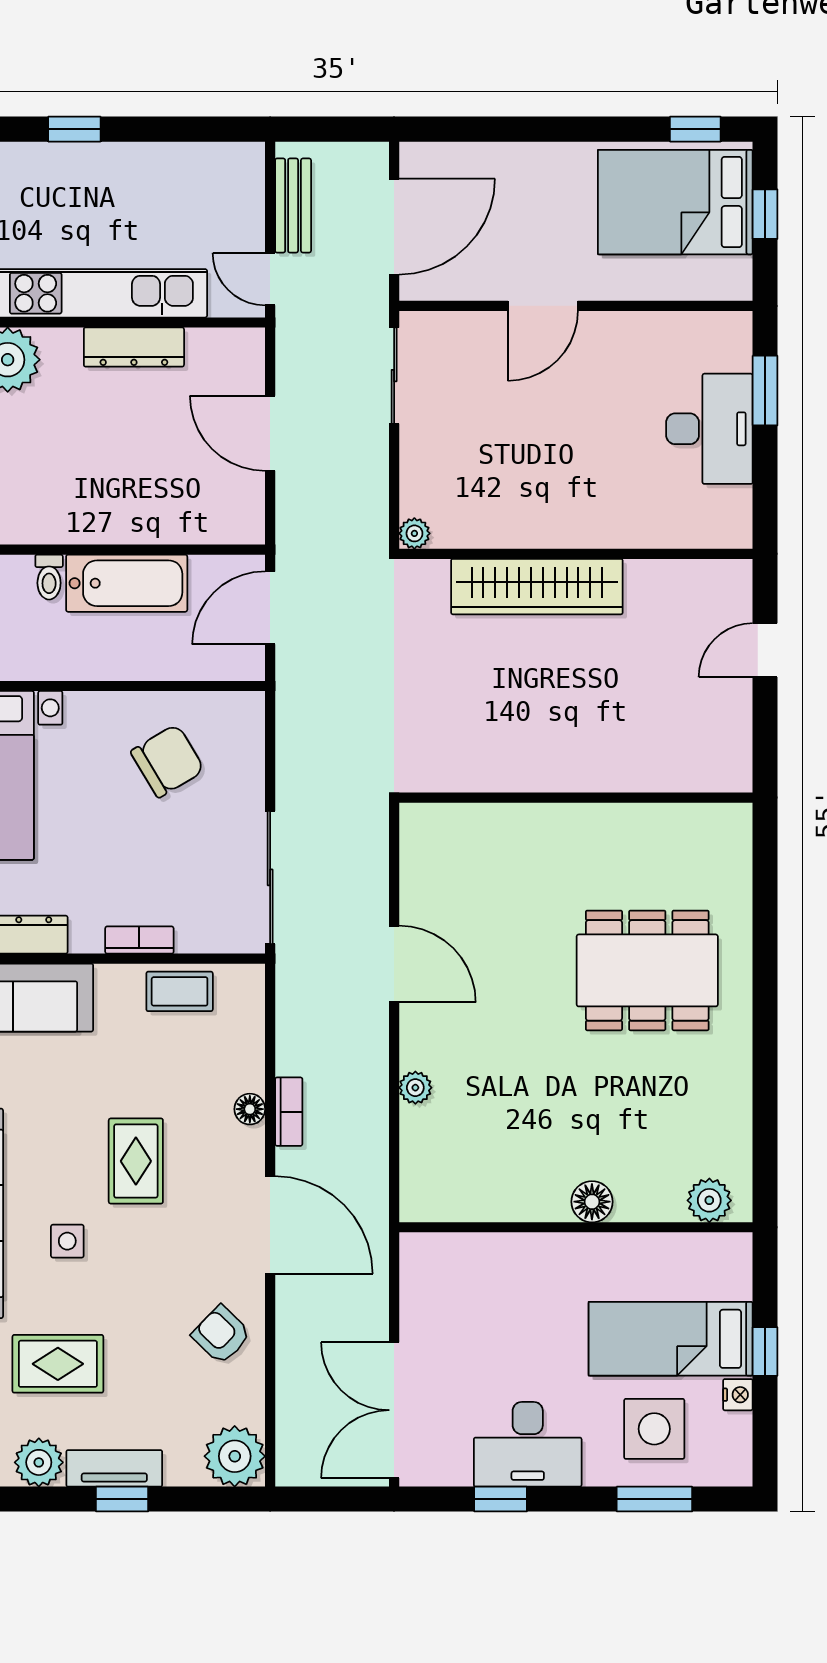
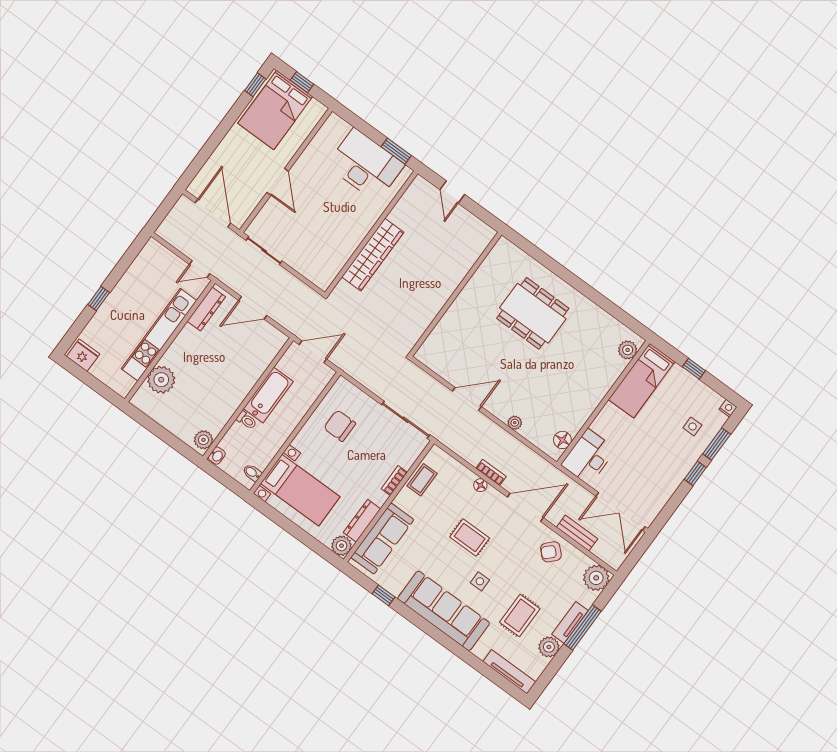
bench: (293, 205) -> (577, 533), moved
dresser: (134, 347) -> (206, 309), moved
window: (765, 391) -> (396, 151), moved
desk: (709, 429) -> (366, 165), width x1.36, depth x1.30
plant: (414, 533) -> (324, 283), removed
door: (270, 608) -> (313, 352), swing flipped
chair: (168, 761) -> (340, 426), turned -59
dining table: (647, 970) -> (533, 313), turned 90
floor lamp: (592, 1202) -> (562, 440), moved
bed: (671, 1339) -> (642, 381), moved
nightstand: (738, 1395) -> (728, 408), moved
side table: (654, 1429) -> (692, 426), width x0.54, depth x0.54
desk: (528, 1444) -> (589, 457), moved, turned 180
window: (122, 1499) -> (583, 627), width x2.17
window: (501, 1499) -> (695, 473), moved

